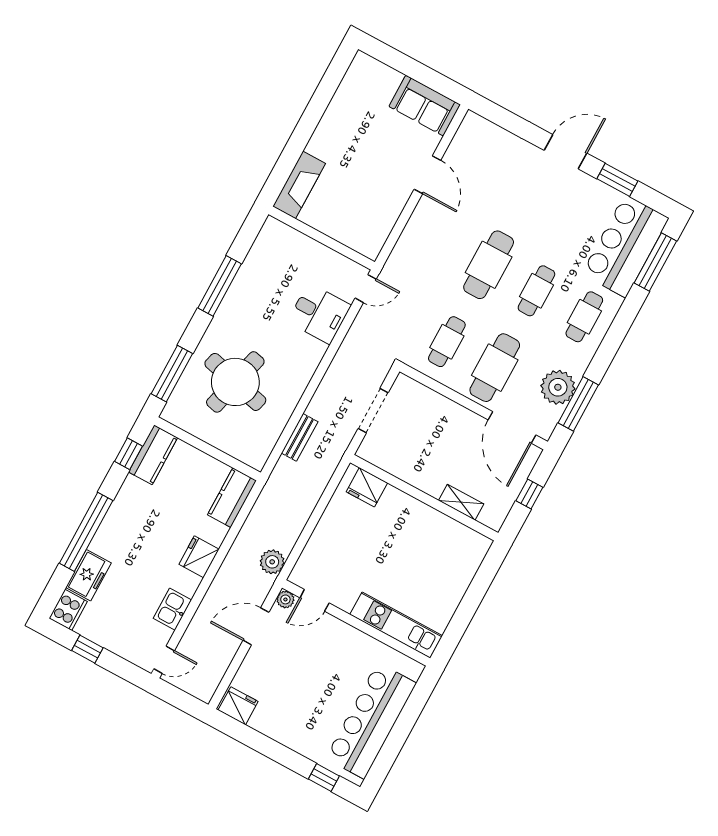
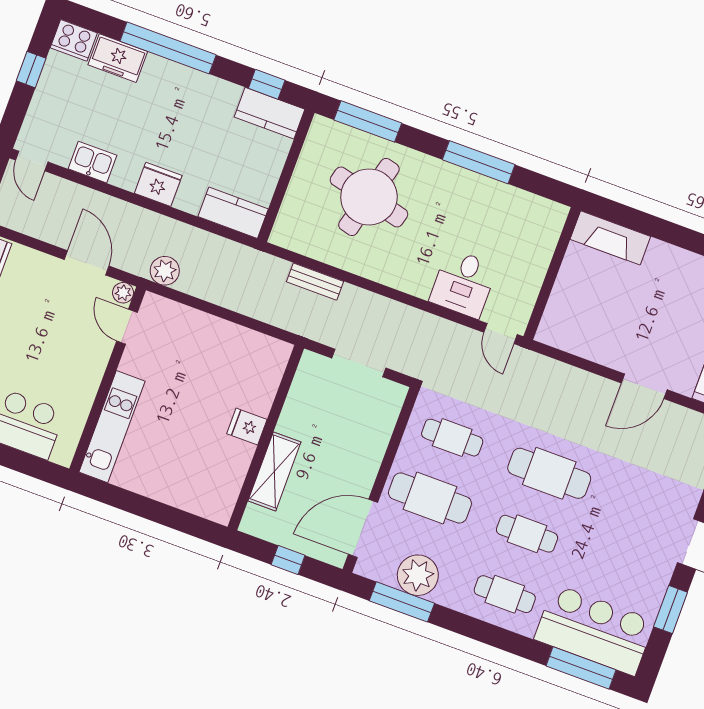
fridge: (367, 487) -> (247, 427), moved, width x0.72
shelving: (461, 502) -> (274, 471), width x1.50, depth x1.33

